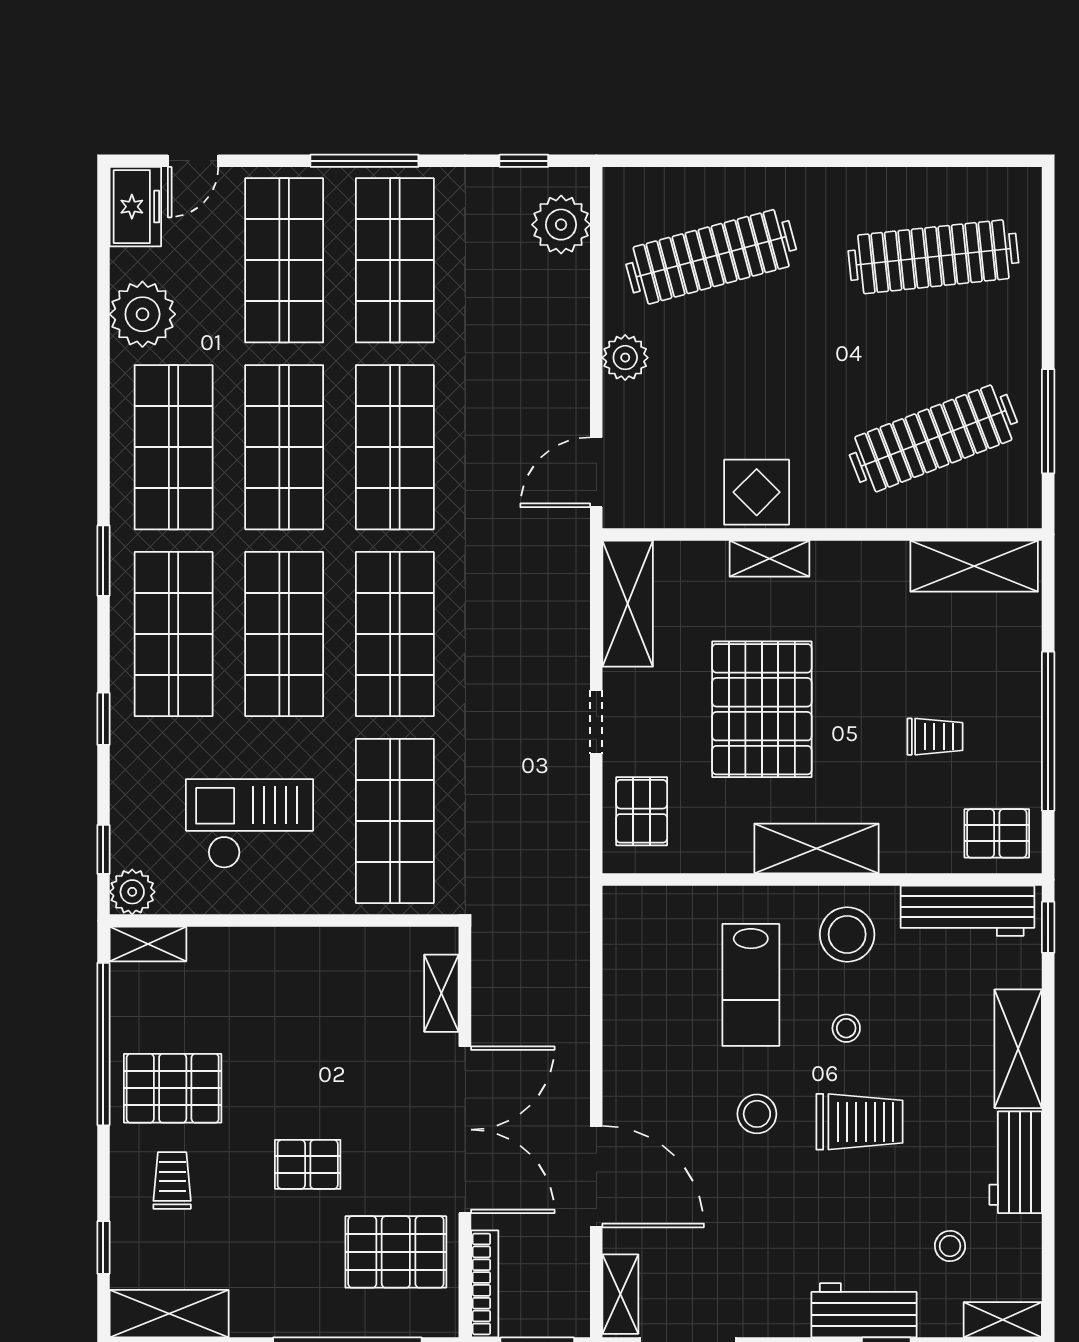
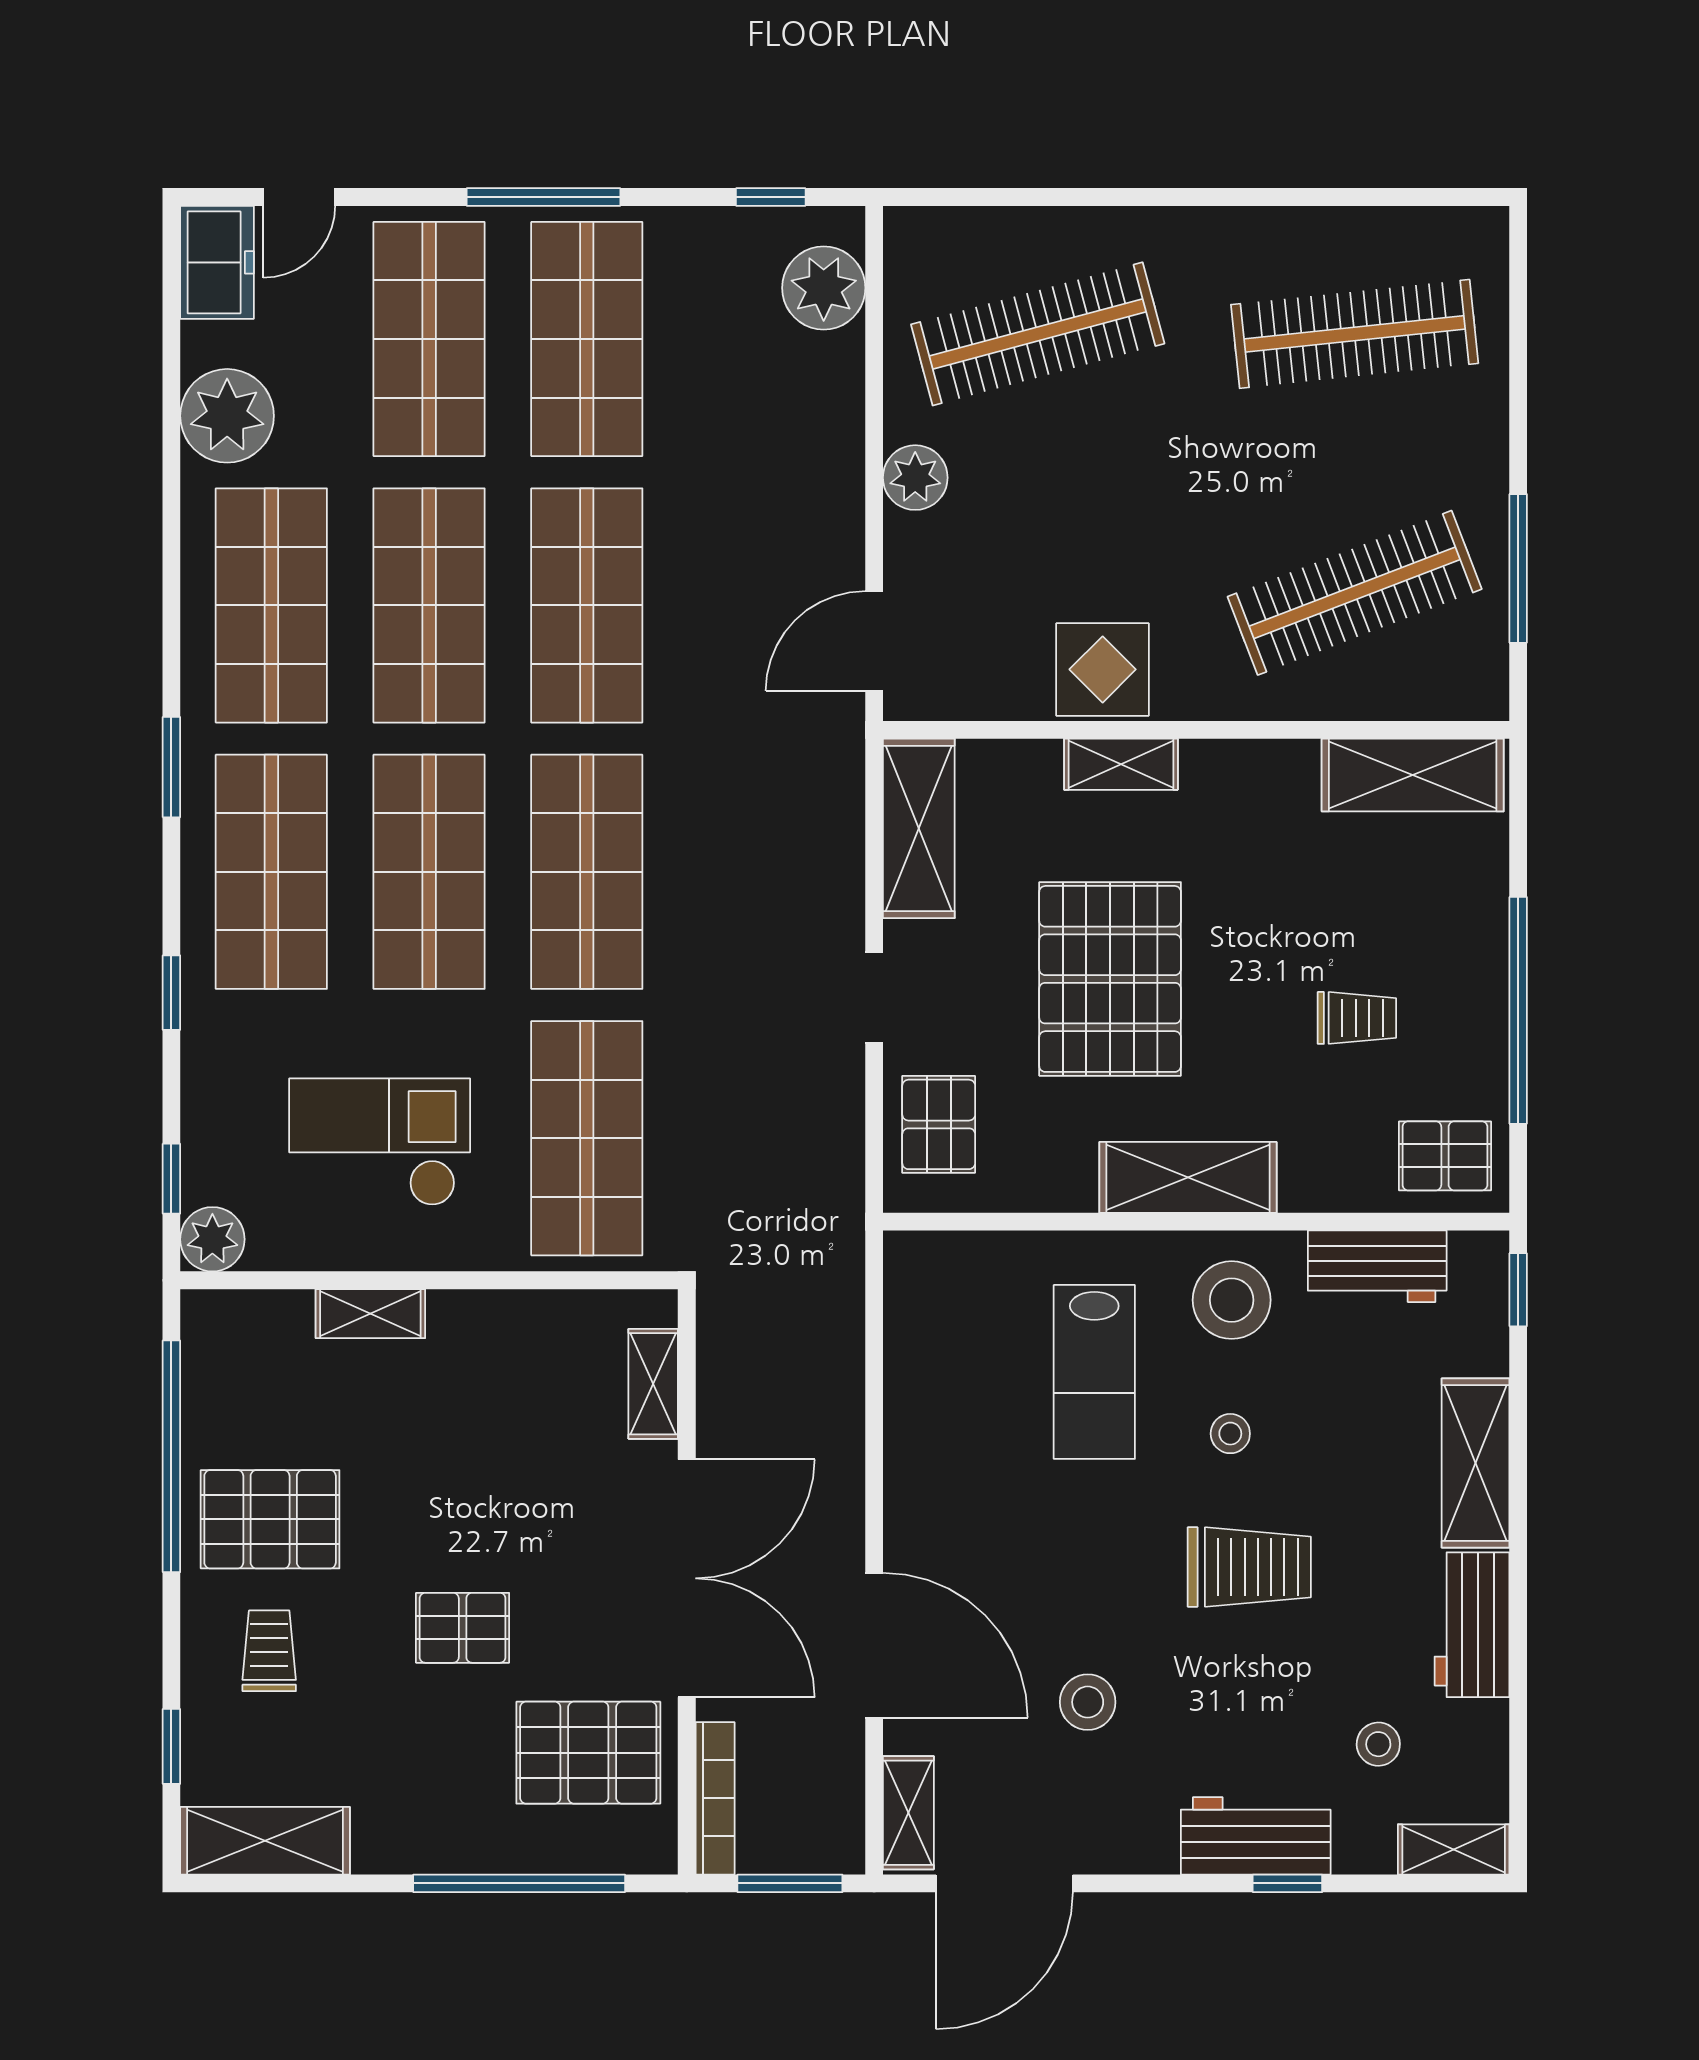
workbench: (967, 911) -> (1377, 1266), width x0.73
shelving: (148, 944) -> (370, 1314), moved
stool: (757, 1114) -> (1088, 1702), moved

